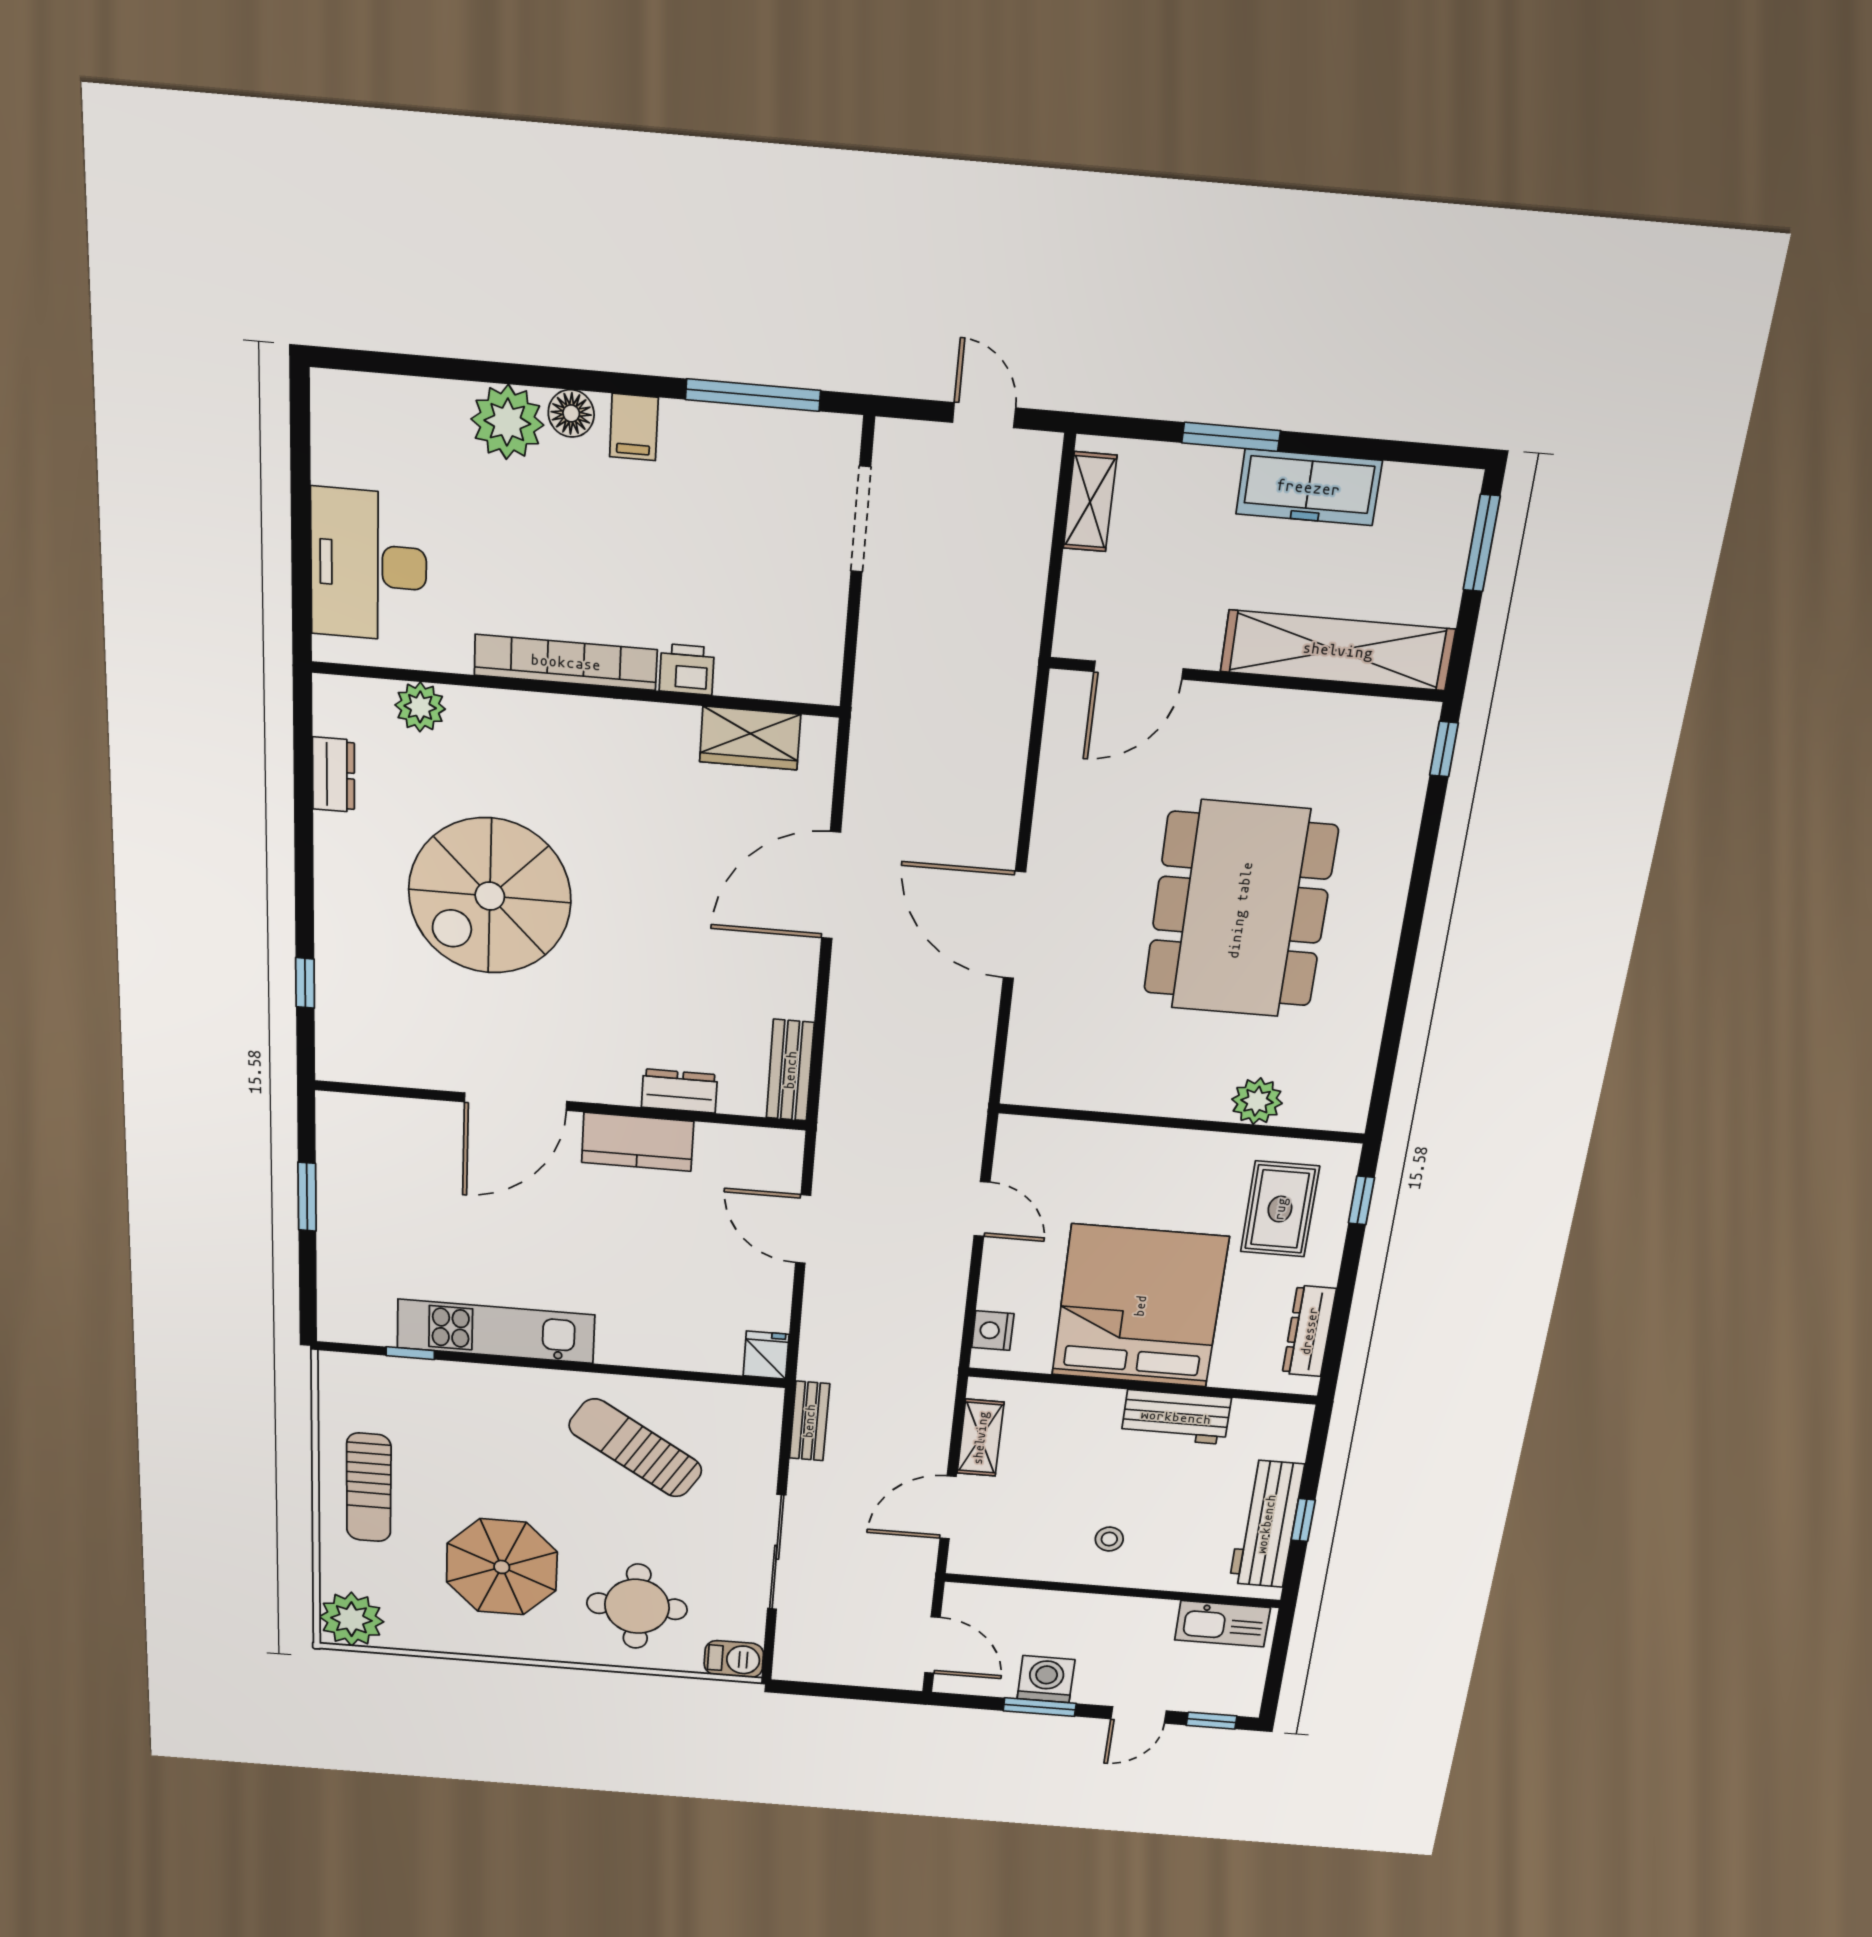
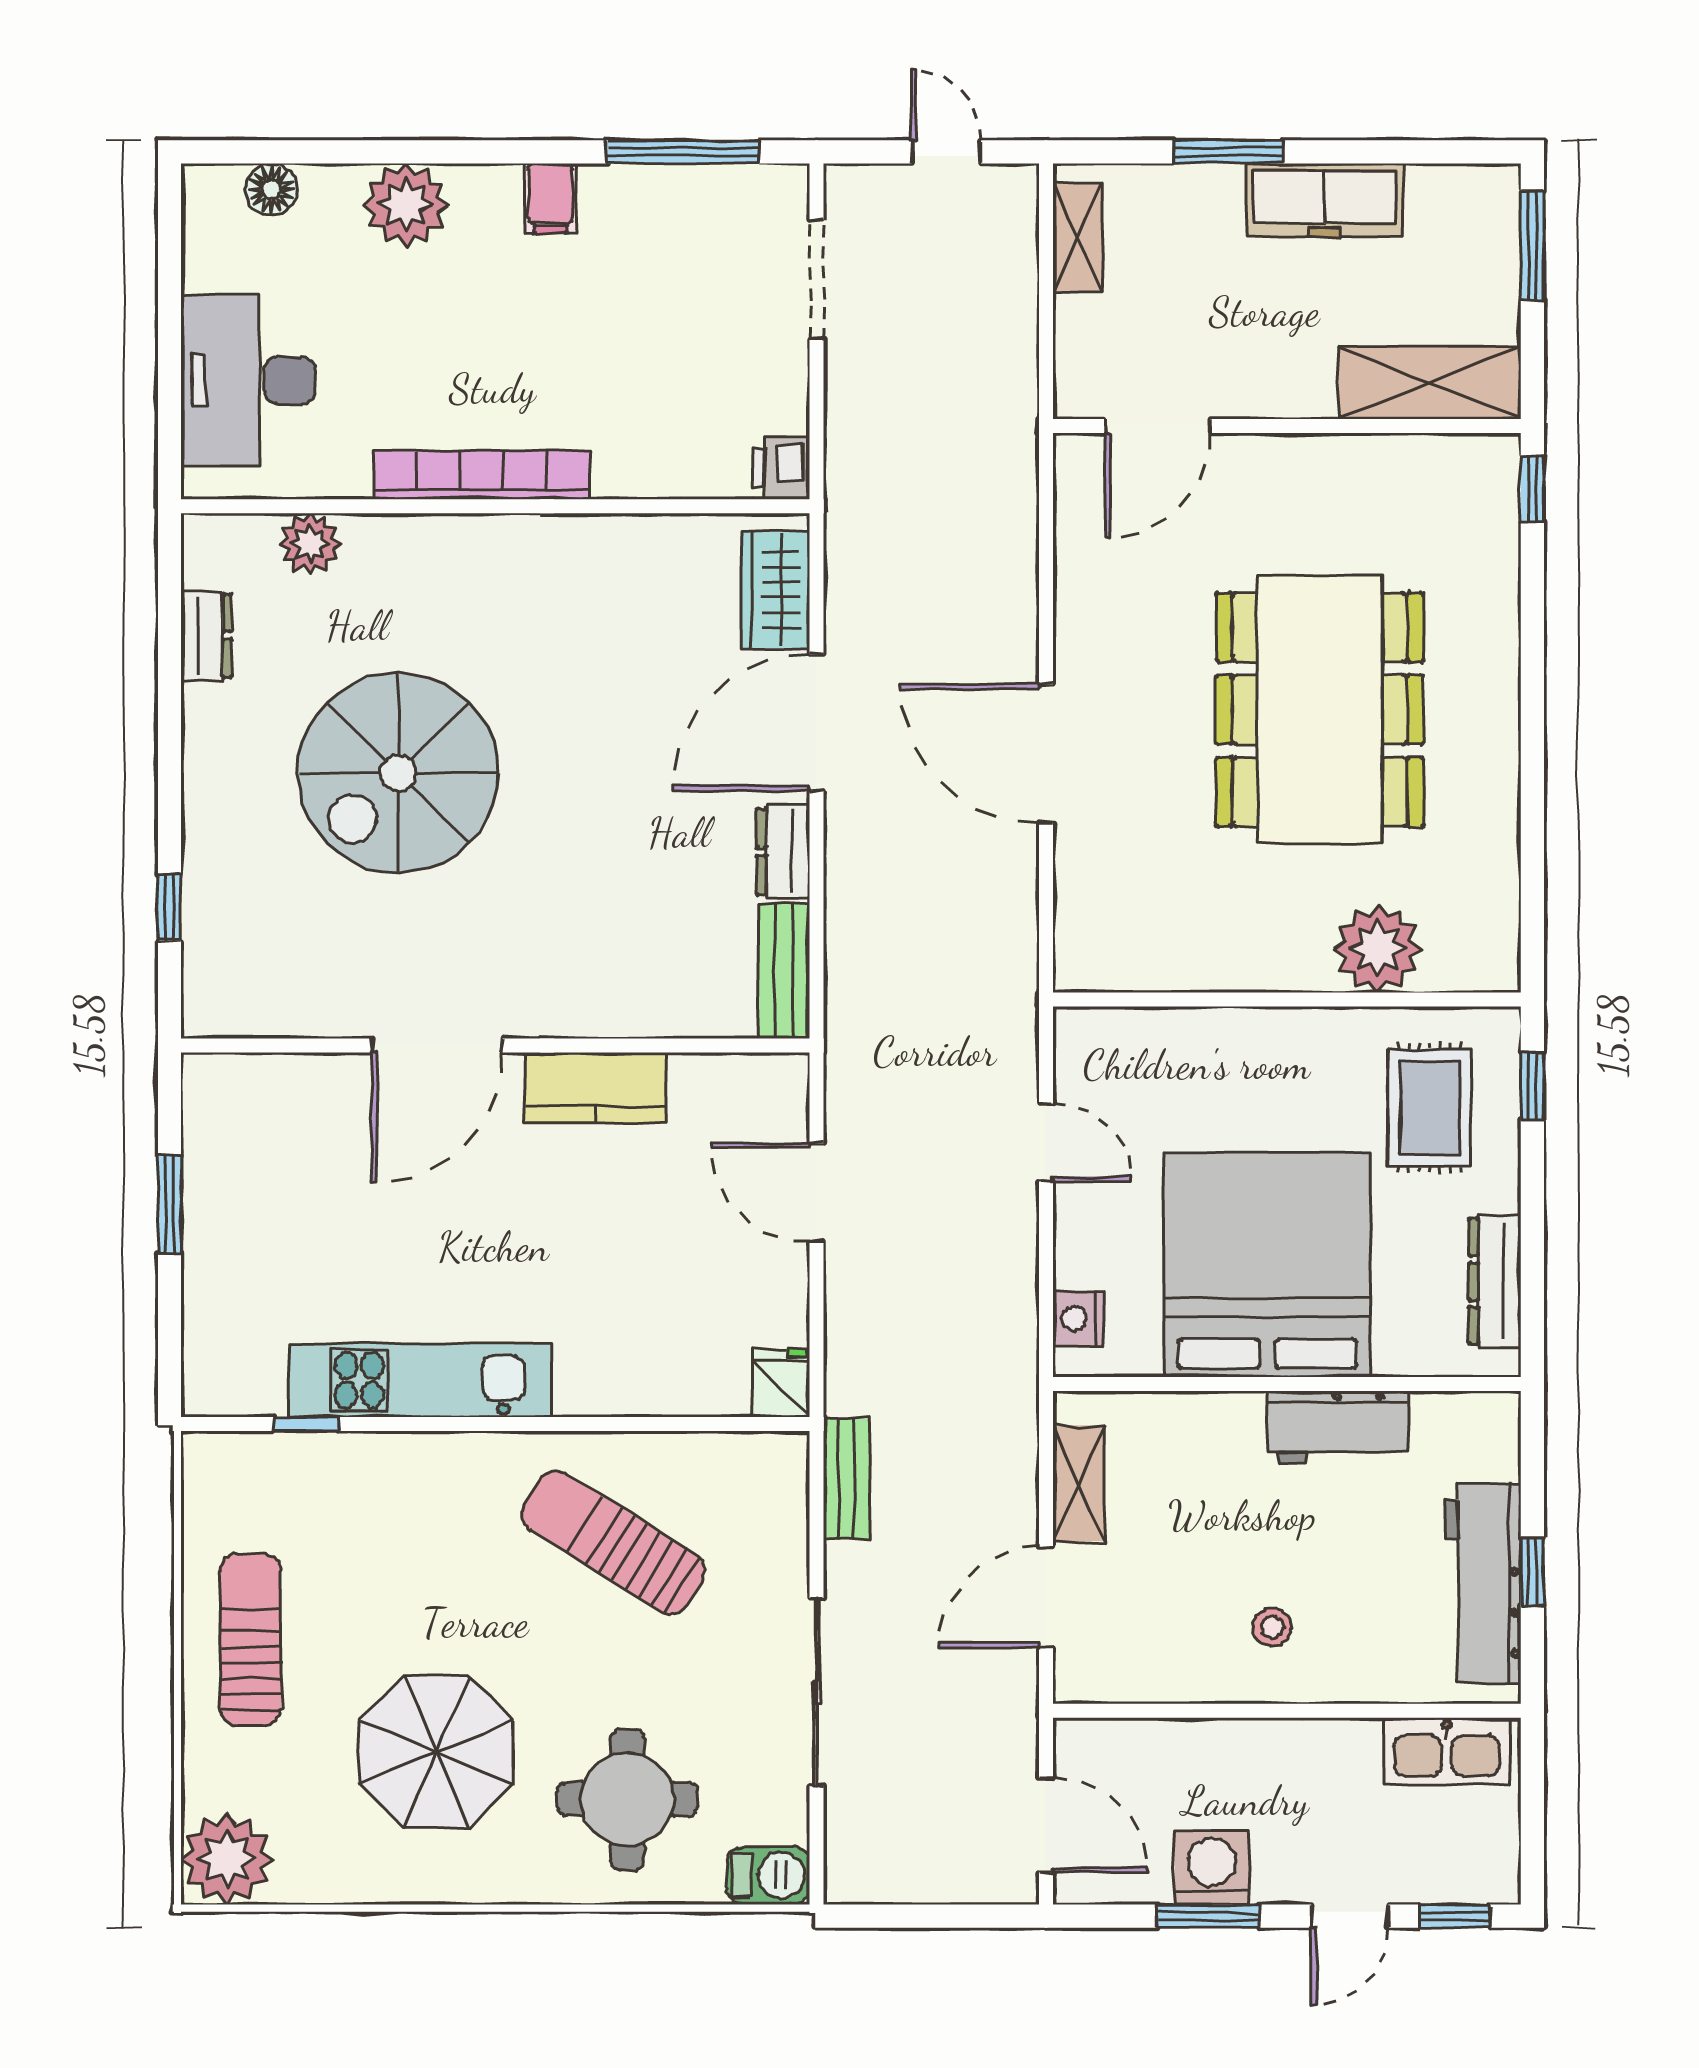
floor lamp: (571, 413) -> (272, 189), moved
shelving: (1338, 650) -> (1430, 383), width x0.68
printer: (687, 669) -> (781, 468), moved, turned -90
wardrobe: (750, 738) -> (776, 590), moved, turned 90
dresser: (679, 1091) -> (783, 852), moved, turned -90
plant: (1257, 1101) -> (1378, 949), width x1.36, depth x1.36
sun lounger: (369, 1488) -> (251, 1640), turned 180

